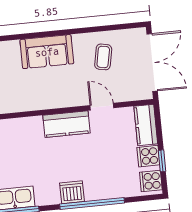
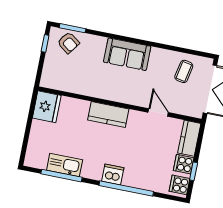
coffee table: (103, 57) -> (184, 71), moved
kitchen counter: (66, 124) -> (108, 115), moved

